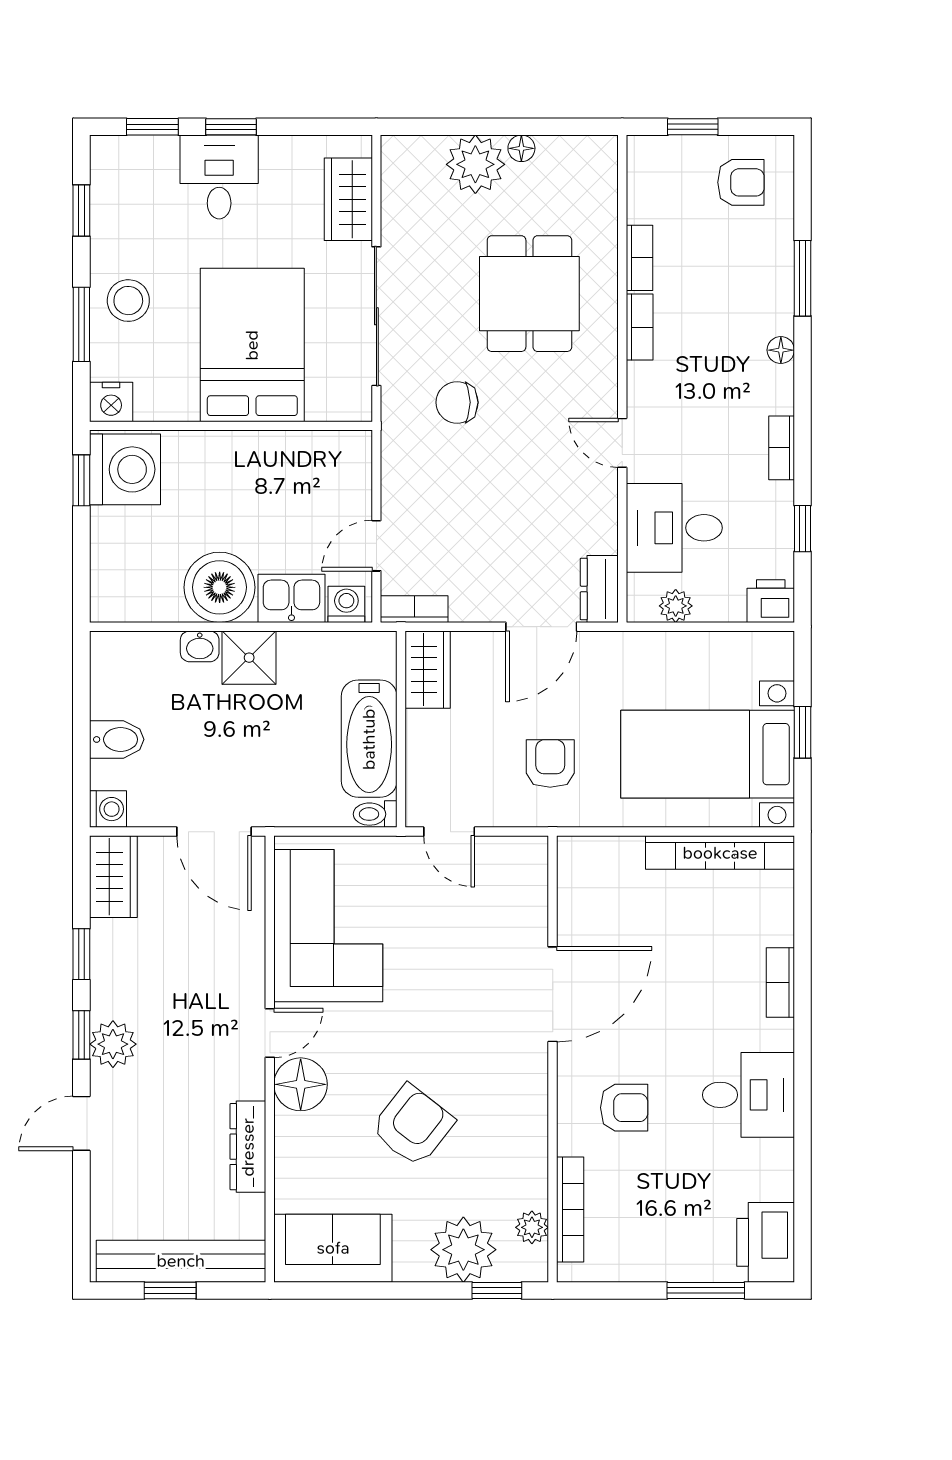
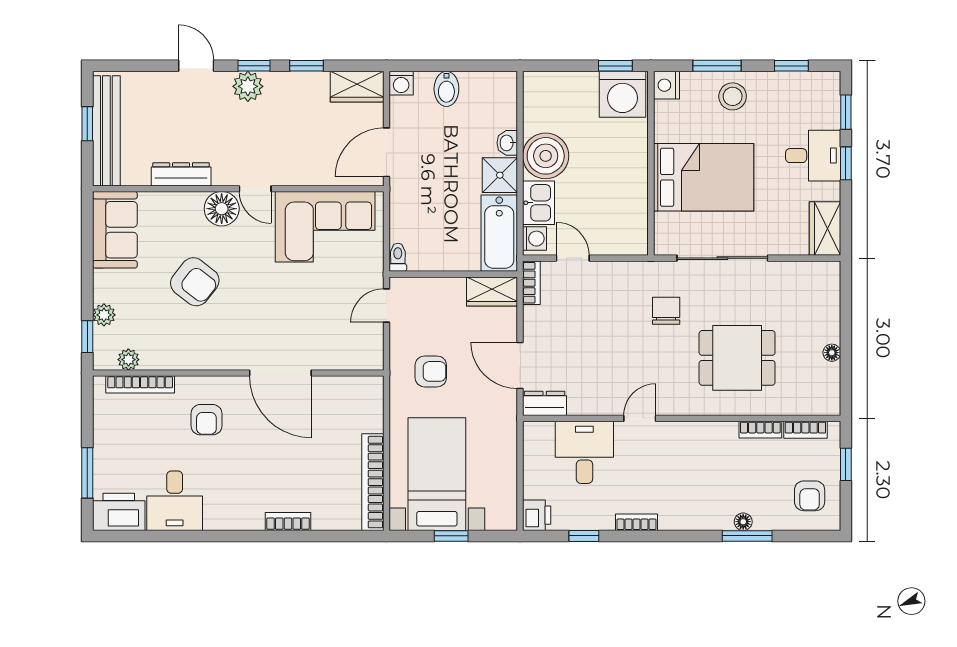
plant: (475, 164) -> (821, 323), removed
wardrobe: (348, 199) -> (825, 229), moved, turned -90
bookcase: (640, 327) -> (805, 430), moved
floor lamp: (781, 350) -> (743, 522), moved
plant: (676, 606) -> (534, 453), removed
bathtub: (369, 739) -> (499, 233), moved, turned -90
desk: (748, 1095) -> (175, 501), moved
plant: (463, 1250) -> (104, 315), width x0.53, depth x0.53

